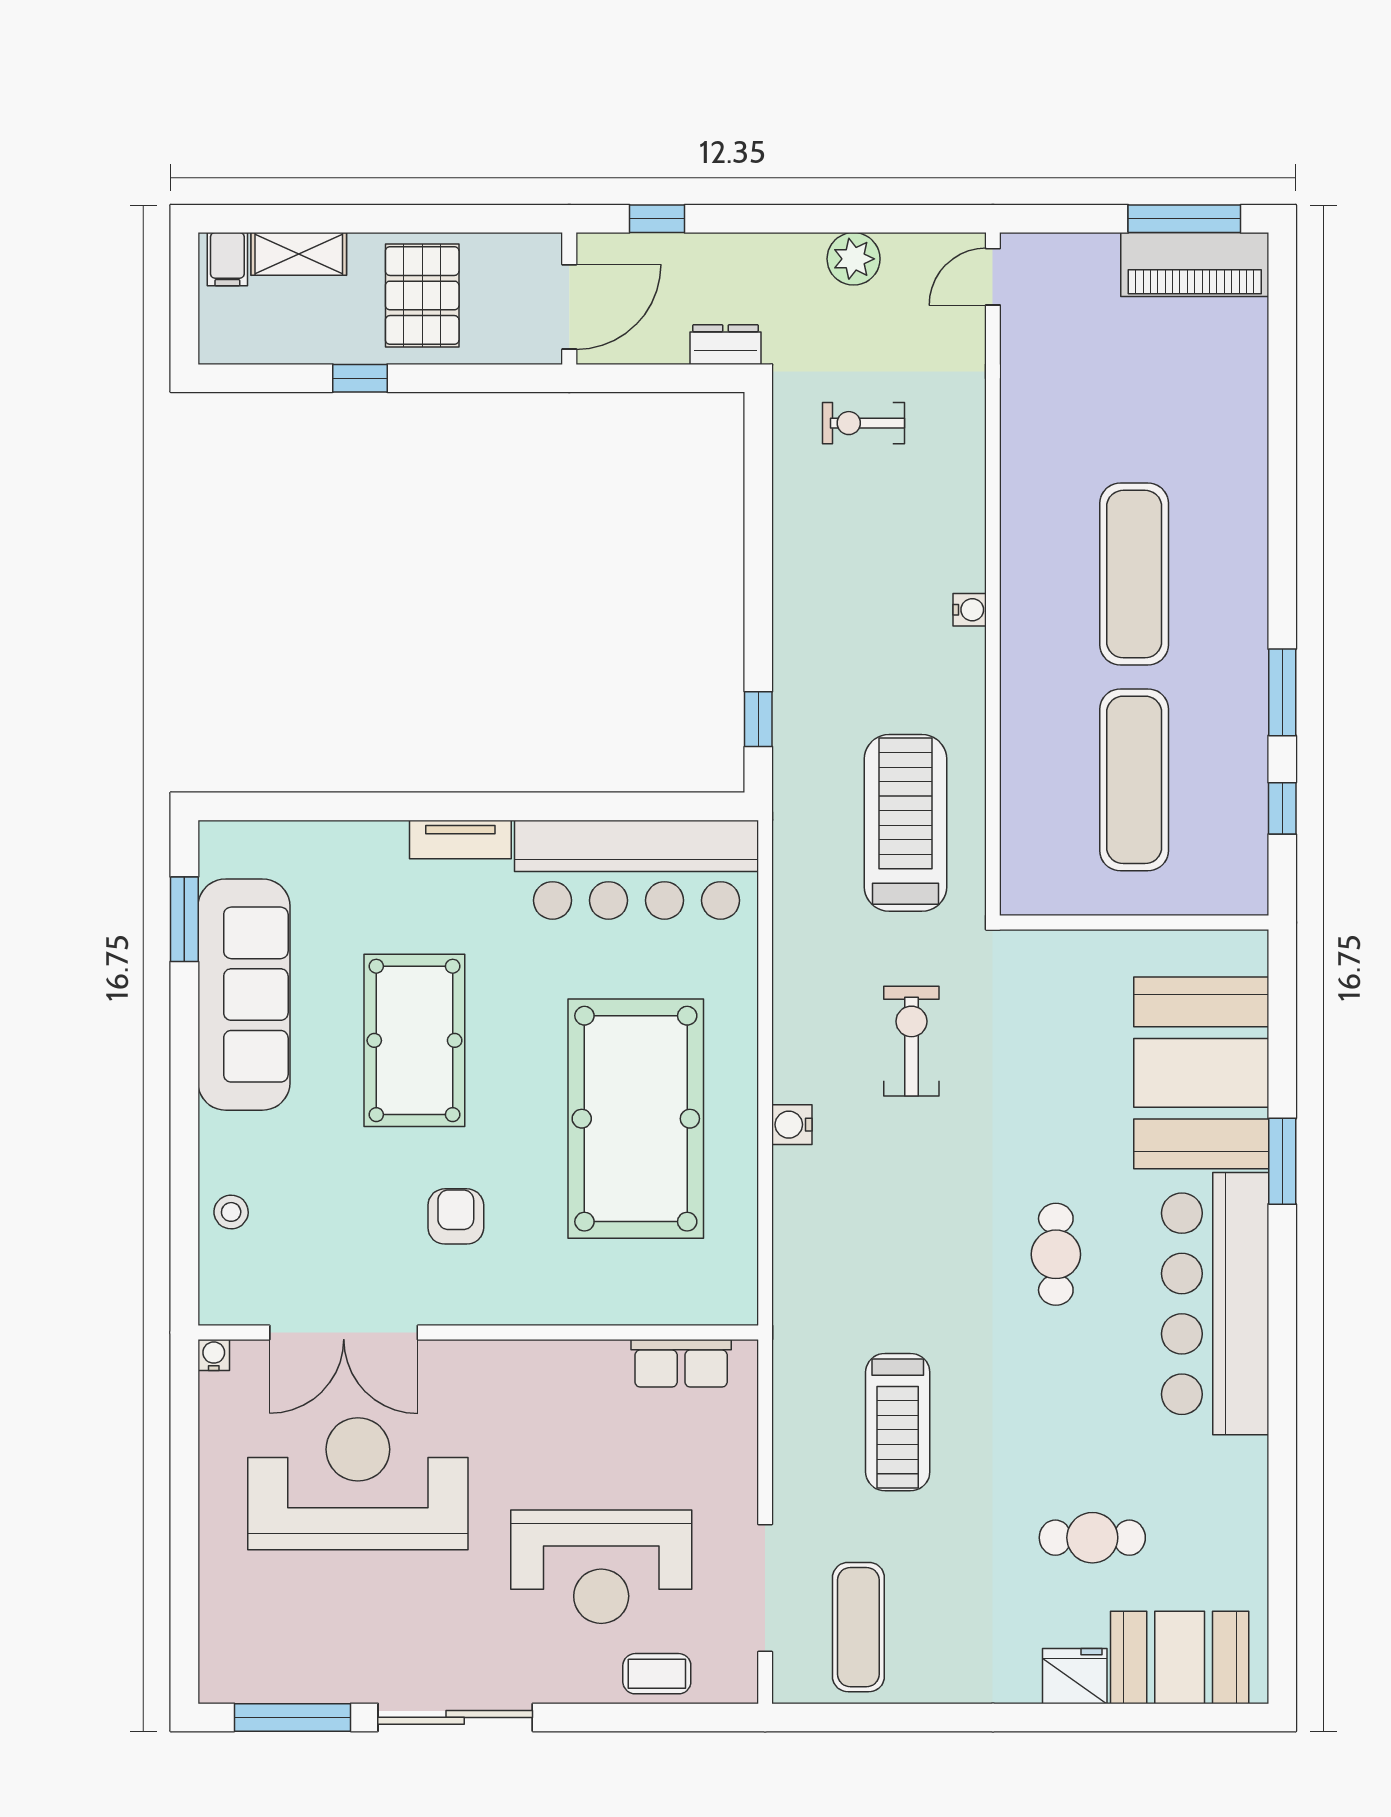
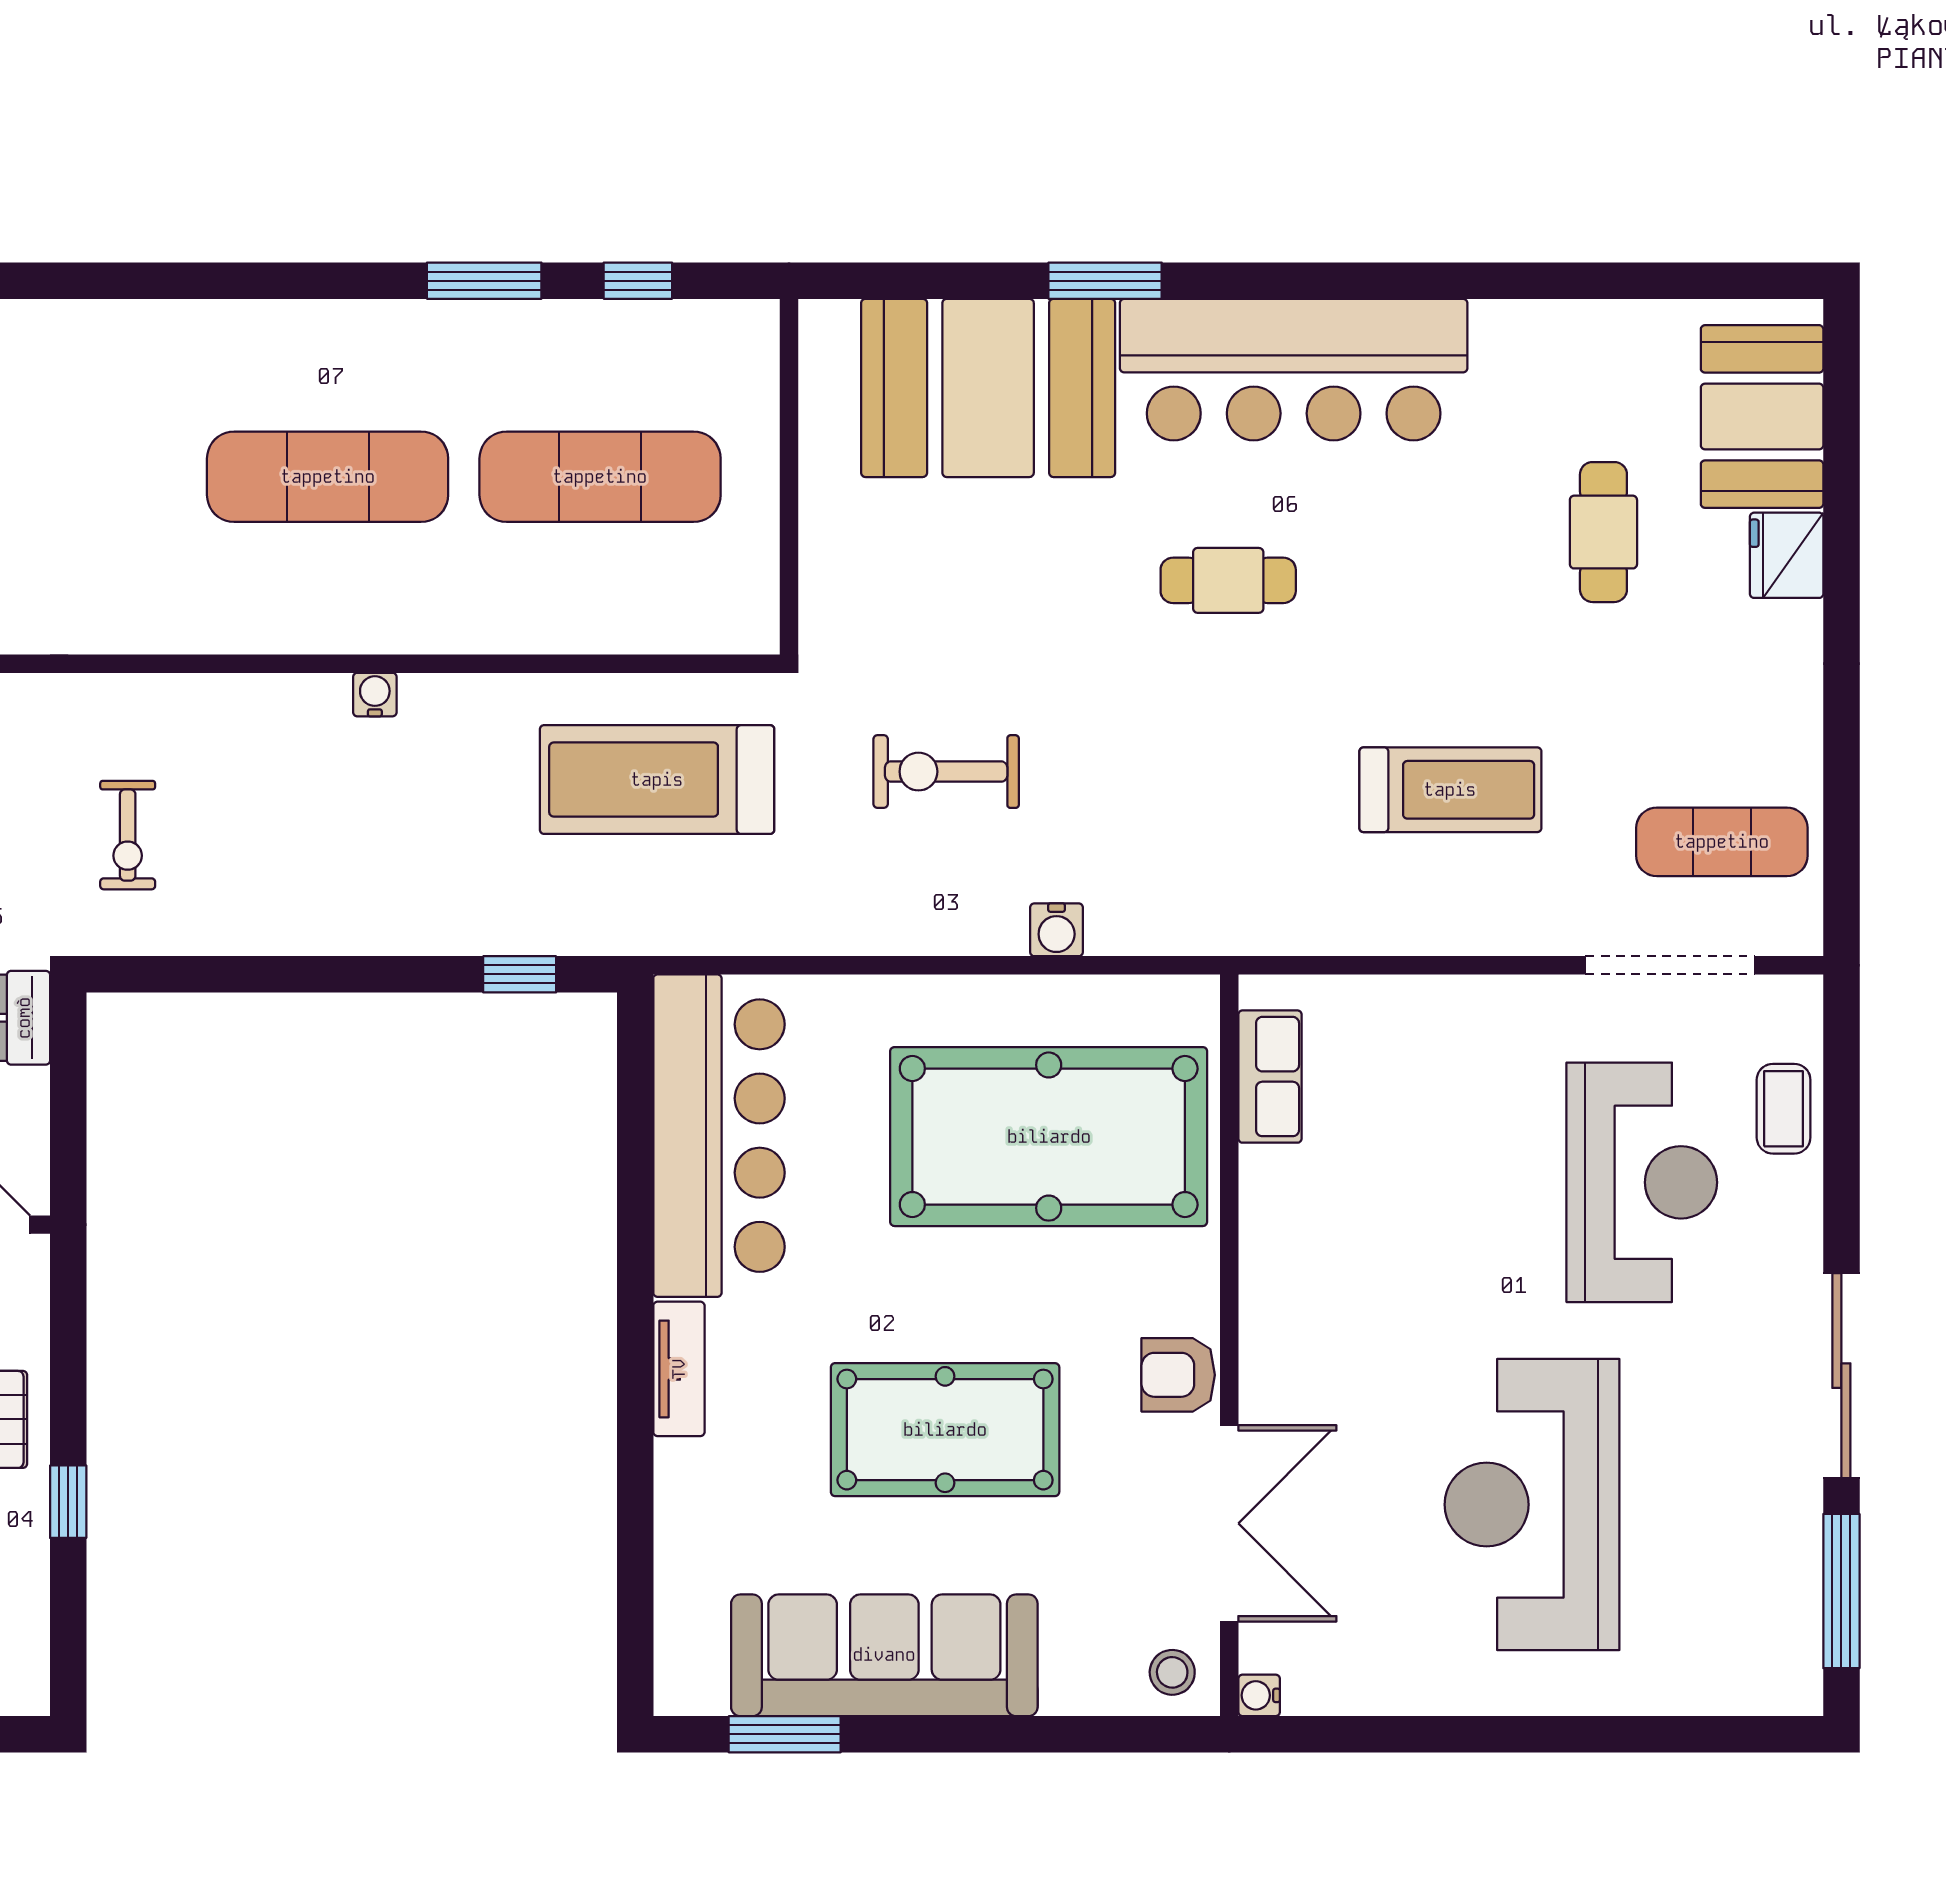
double door: (344, 1332) -> (1229, 1523), moved
wall: (478, 1332) -> (1229, 1345), moved
water cooler: (214, 1355) -> (1259, 1695), moved
row of seats: (681, 1363) -> (1270, 1077), moved

